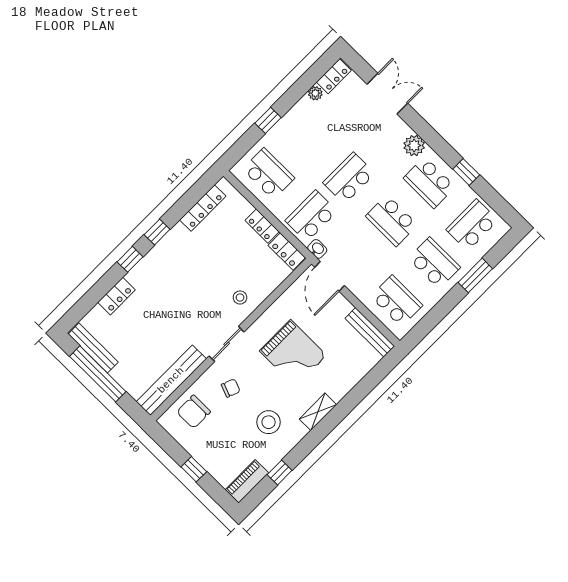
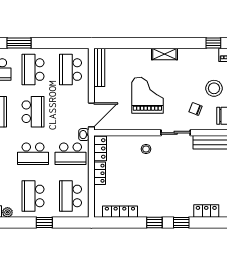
school desk: (306, 136) -> (33, 196), added
stool: (269, 422) -> (214, 88), moved

